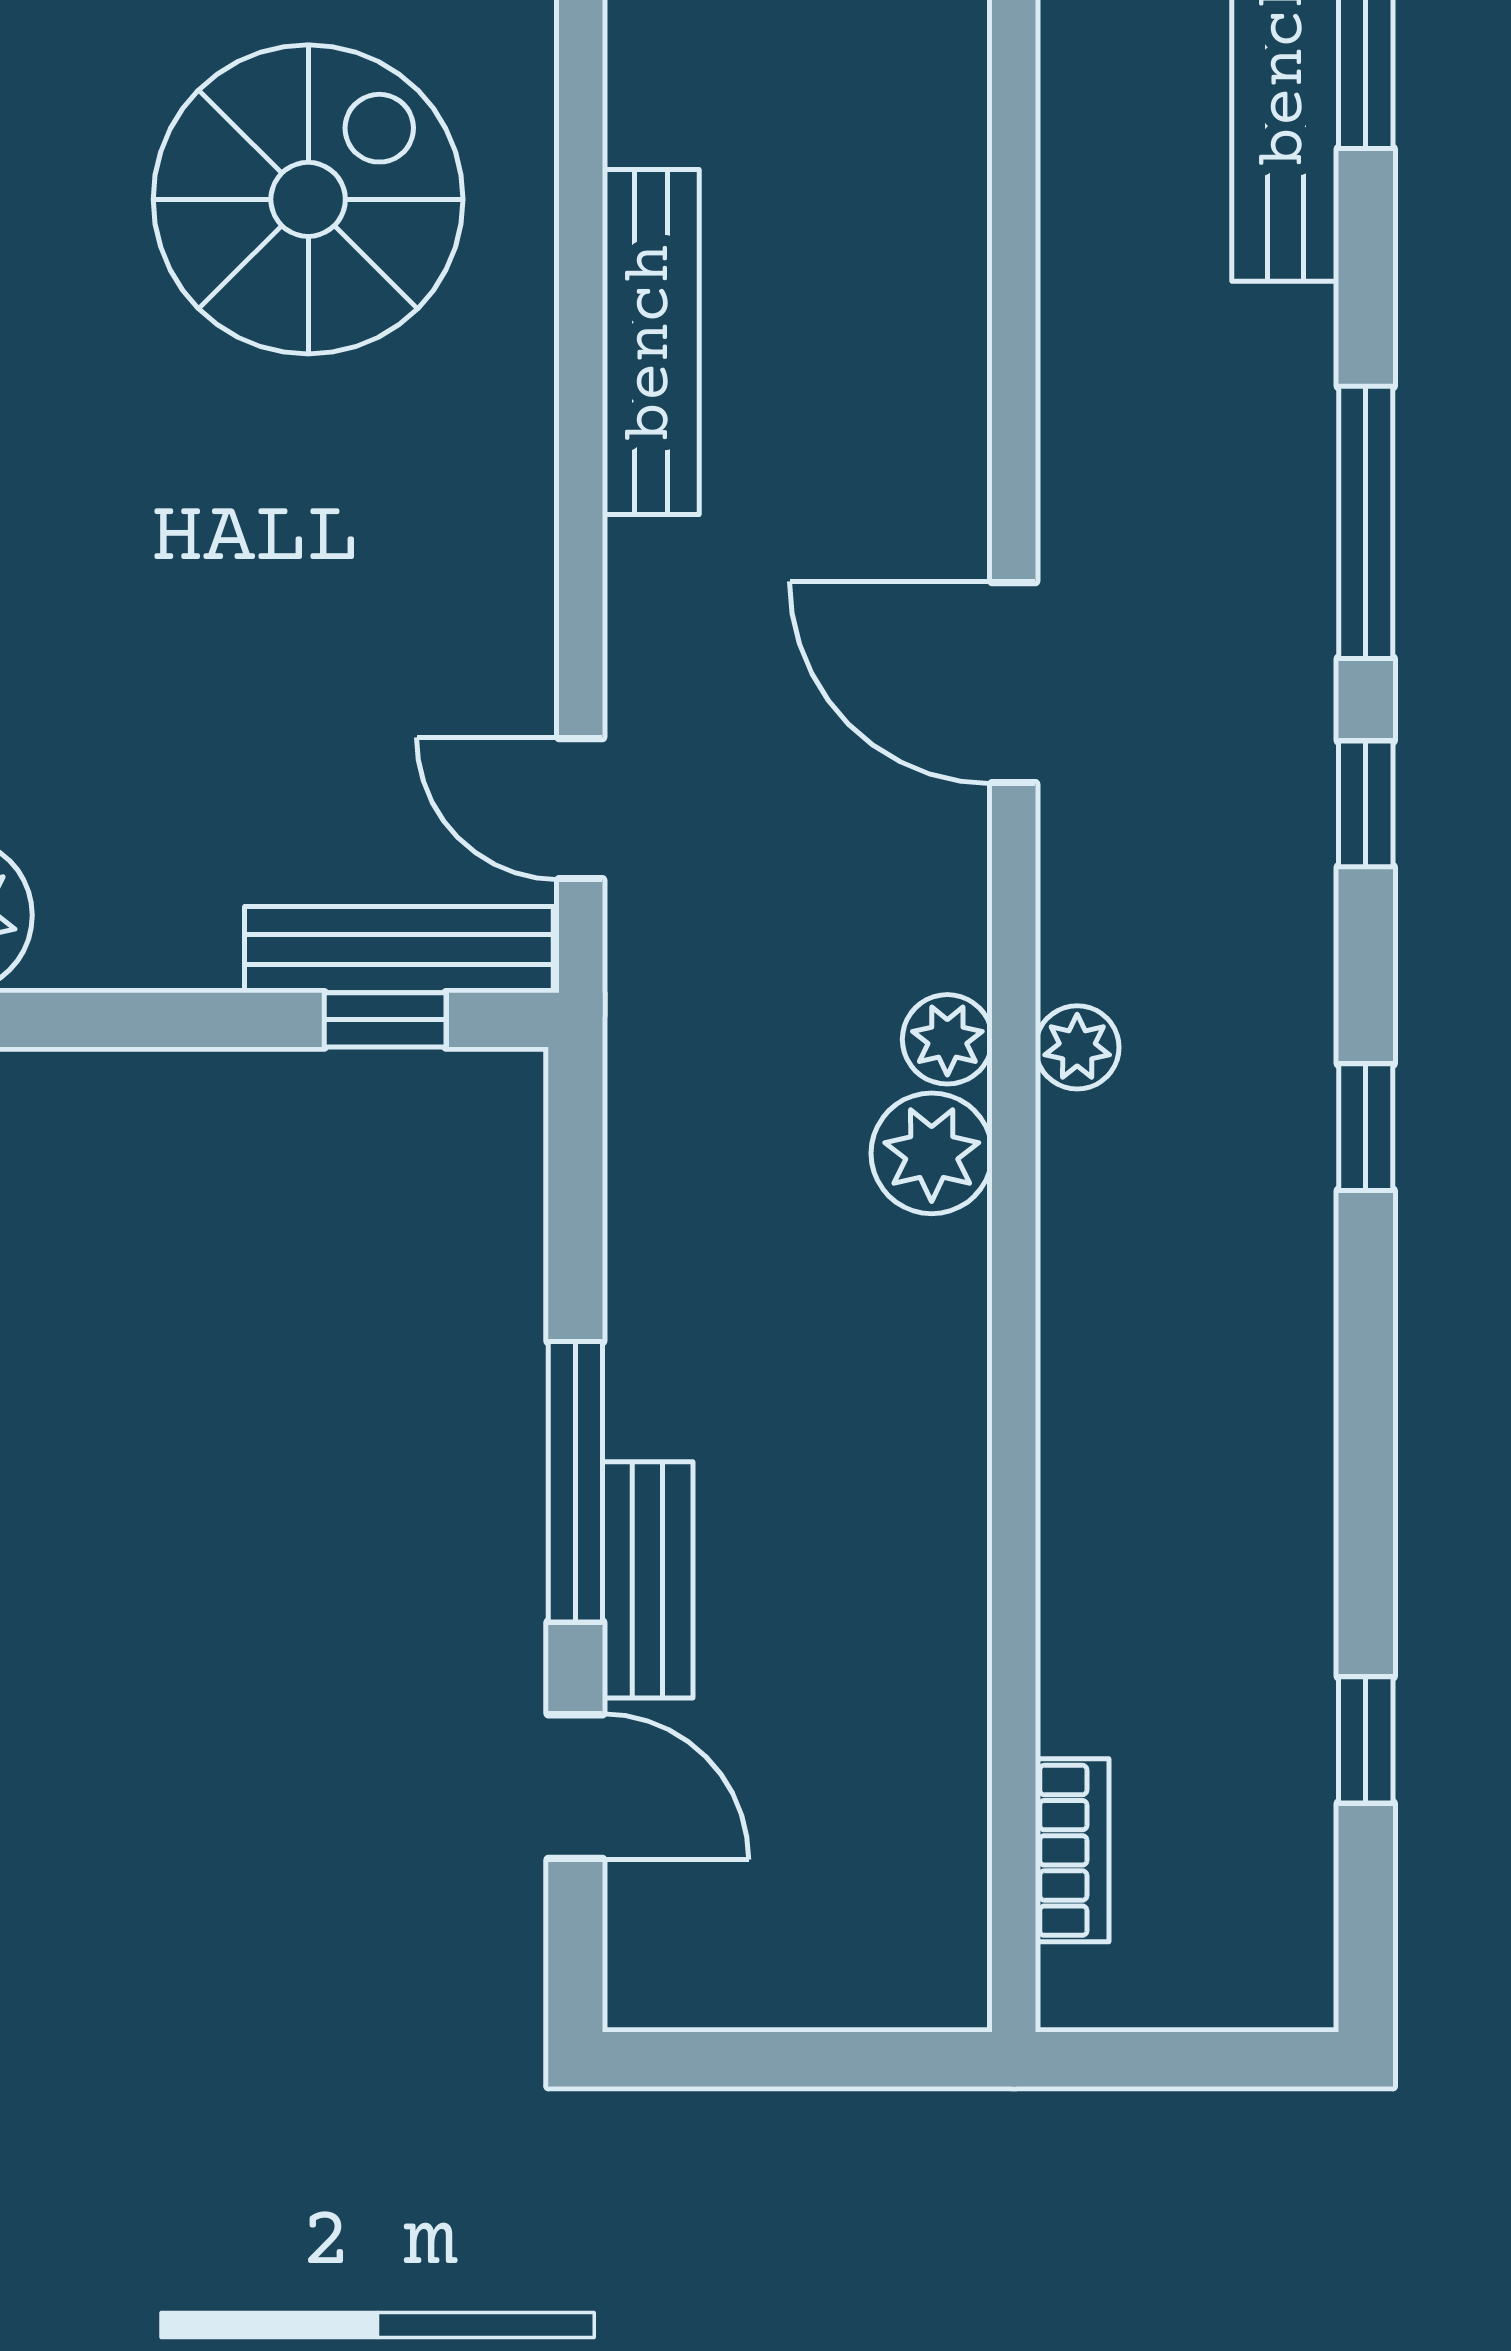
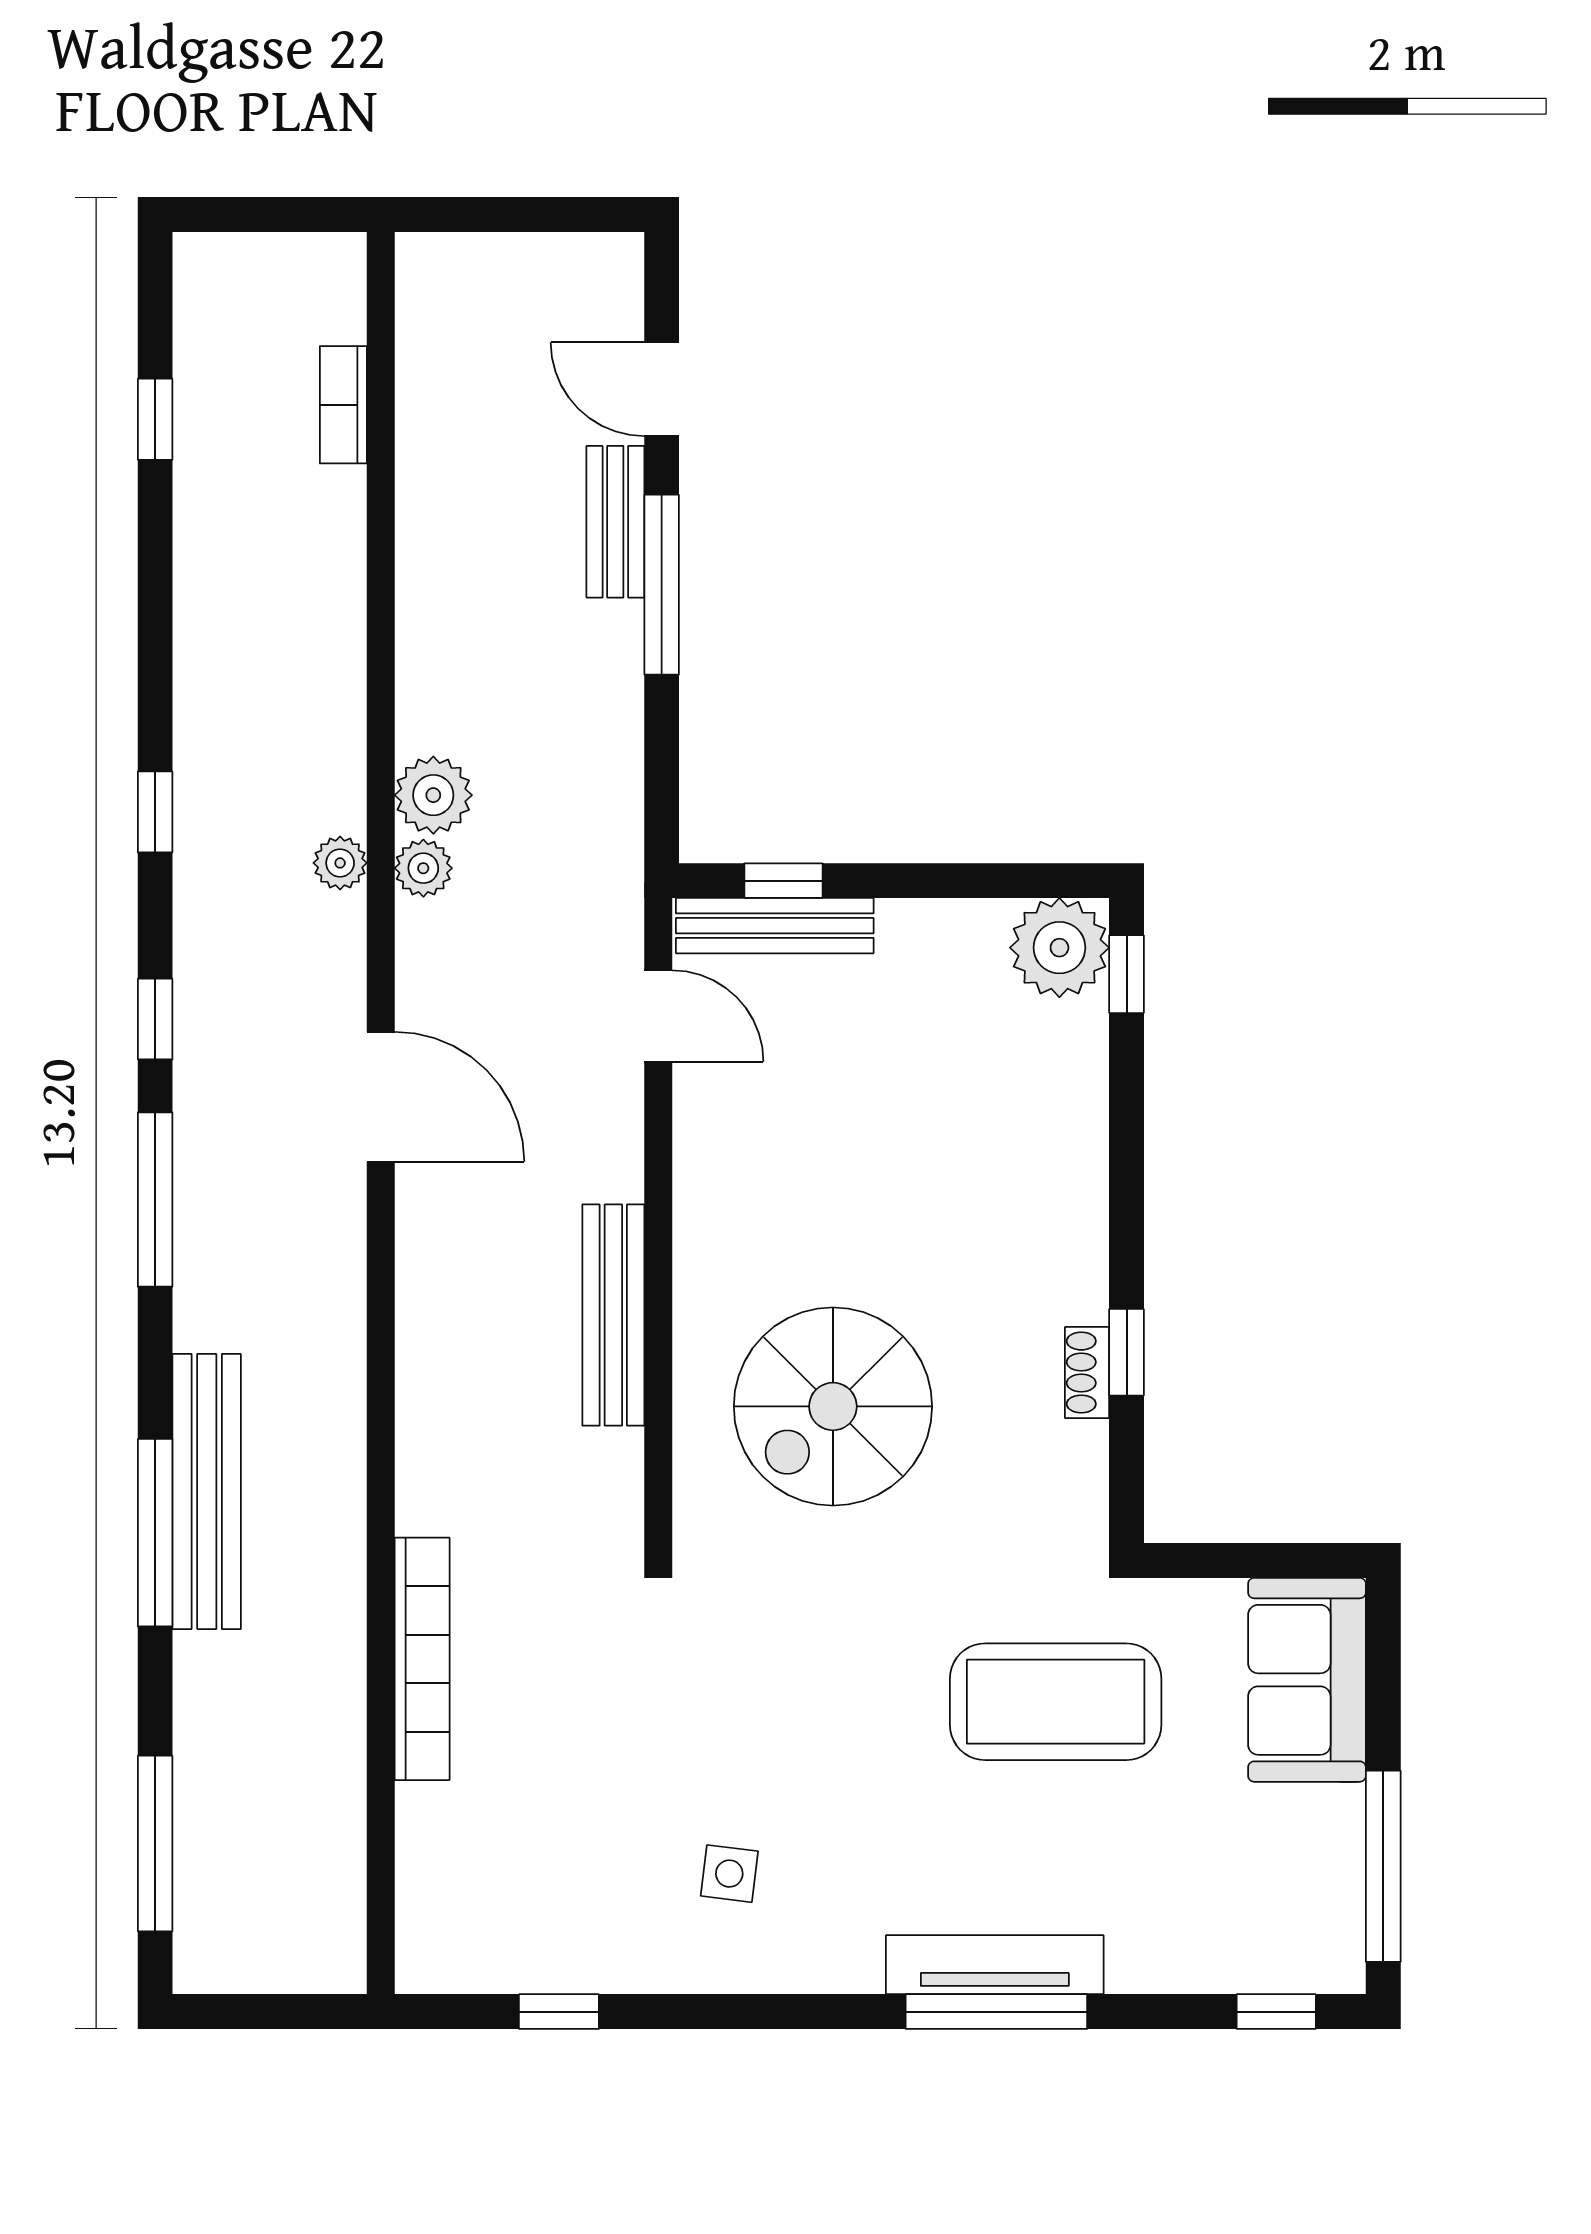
bookcase: (1072, 1850) -> (343, 405), moved

